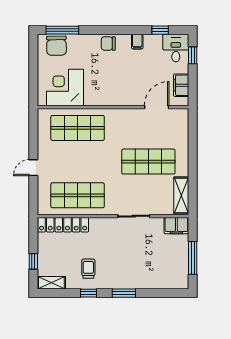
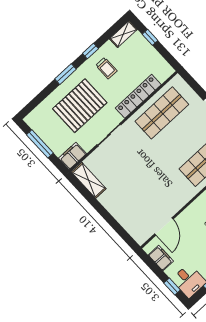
shop shelf: (148, 162) -> (134, 183), removed
locker: (63, 225) -> (138, 96), moved
pallet: (135, 259) -> (80, 106), added

